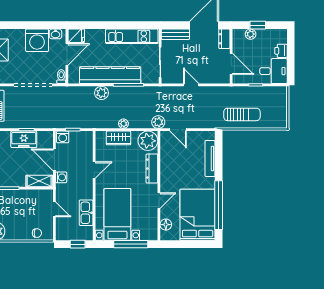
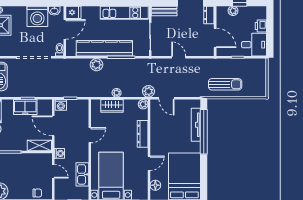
plant: (148, 141) -> (143, 104), width x0.53, depth x0.53
washing machine: (61, 177) -> (59, 153), moved
window: (219, 205) -> (204, 132), moved

